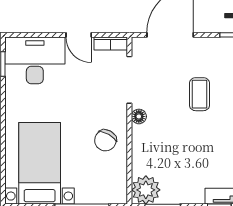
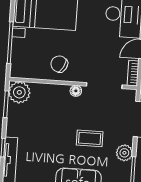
plant: (215, 48) -> (124, 153), added

